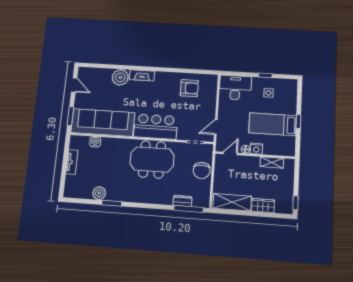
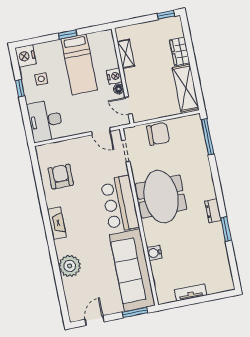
fireplace: (142, 75) -> (57, 223), moved
nightstand: (289, 86) -> (26, 56), added
water cooler: (95, 142) -> (154, 253), moved
plant: (99, 193) -> (218, 248), removed
dresser: (182, 201) -> (213, 211), moved

